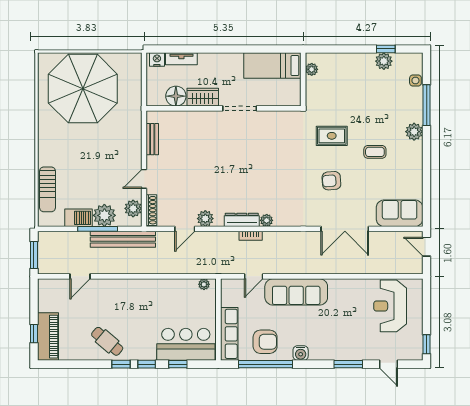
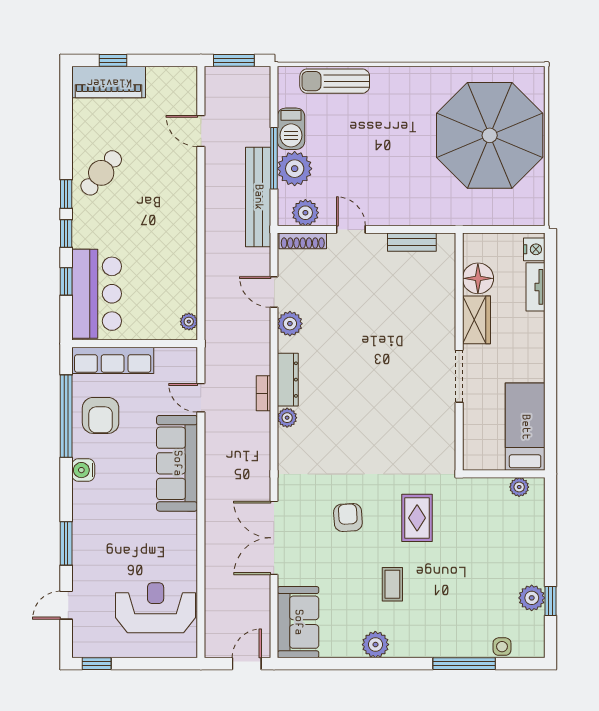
plant: (414, 132) -> (375, 645), moved

